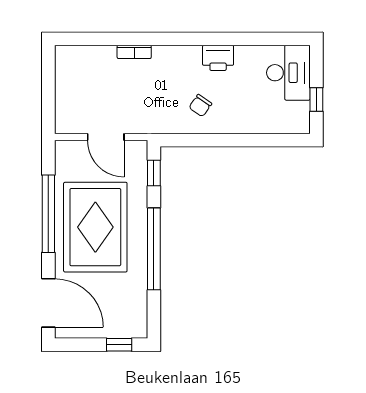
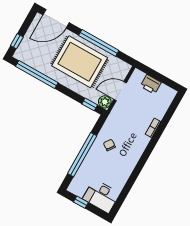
printer: (218, 58) -> (151, 84), moved, turned -90
window: (240, 140) -> (82, 155), added
plant: (136, 151) -> (105, 102), added
window: (154, 249) -> (37, 75), moved

